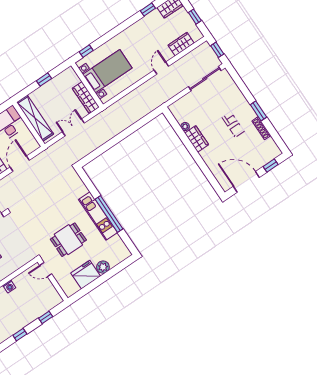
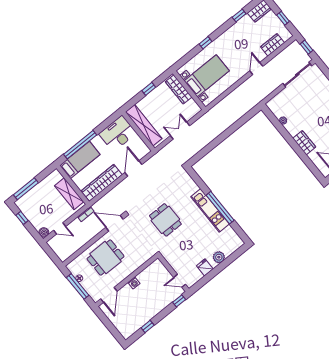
window: (86, 51) -> (206, 43), moved
wardrobe: (86, 98) -> (179, 89), moved
wardrobe: (197, 139) -> (304, 143), moved
dining table: (68, 240) -> (165, 220), moved, turned 90
door: (46, 270) -> (180, 281), moved
fridge: (86, 275) -> (205, 267), width x0.53, depth x0.75
window: (46, 317) -> (179, 301), moved

